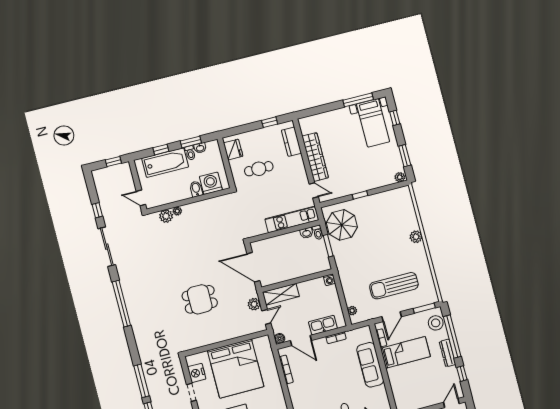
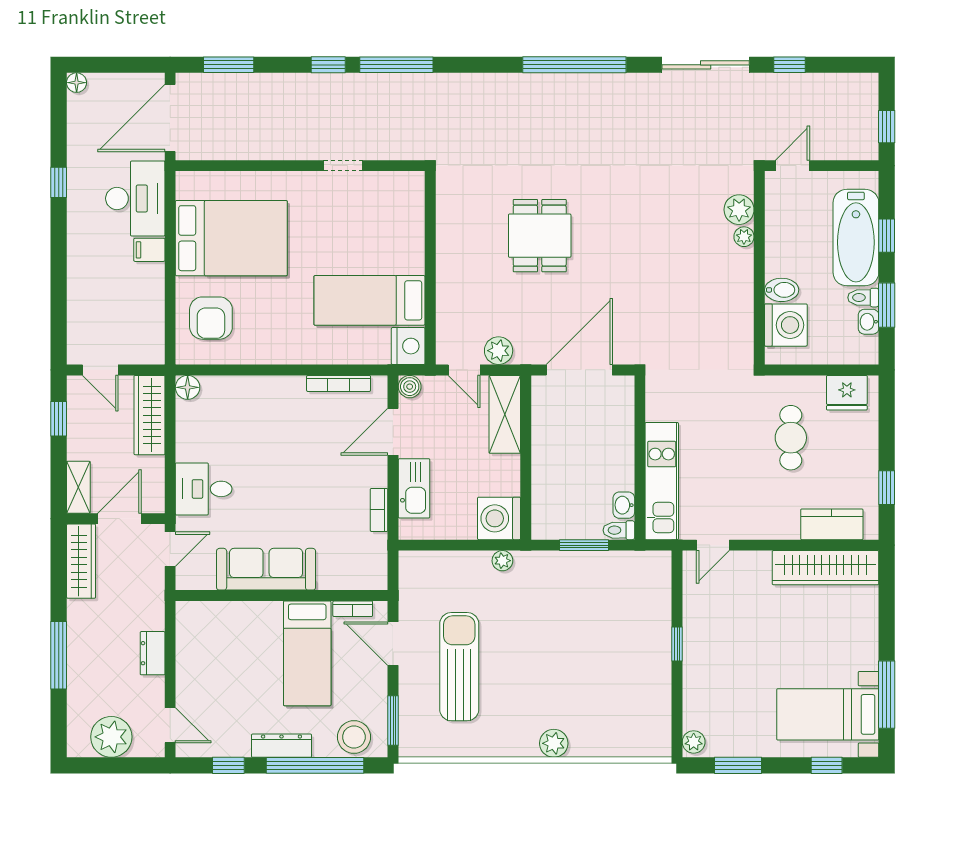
wardrobe: (315, 157) -> (825, 568), moved
parasol: (342, 225) -> (622, 587), removed
washing machine: (329, 280) -> (499, 518), width x1.89, depth x1.89
plant: (352, 311) -> (502, 561), moved
sofa: (370, 365) -> (266, 569), moved
bed: (236, 369) -> (369, 300), width x0.49
nightstand: (197, 373) -> (408, 346), moved, turned 90

